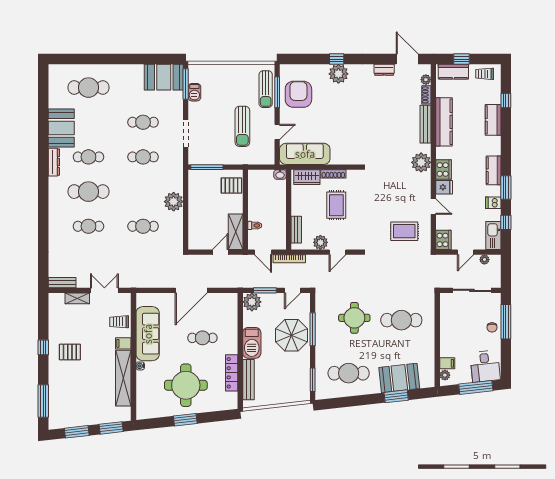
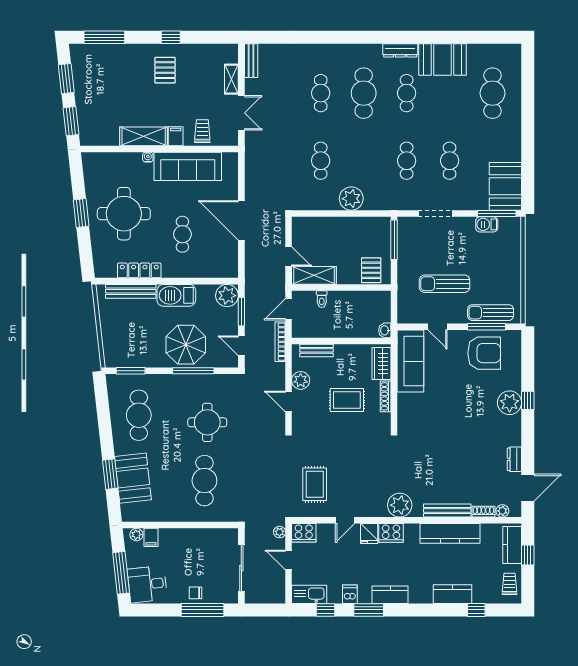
plant: (484, 260) -> (280, 532), moved
shelving: (123, 378) -> (144, 136), width x0.68

